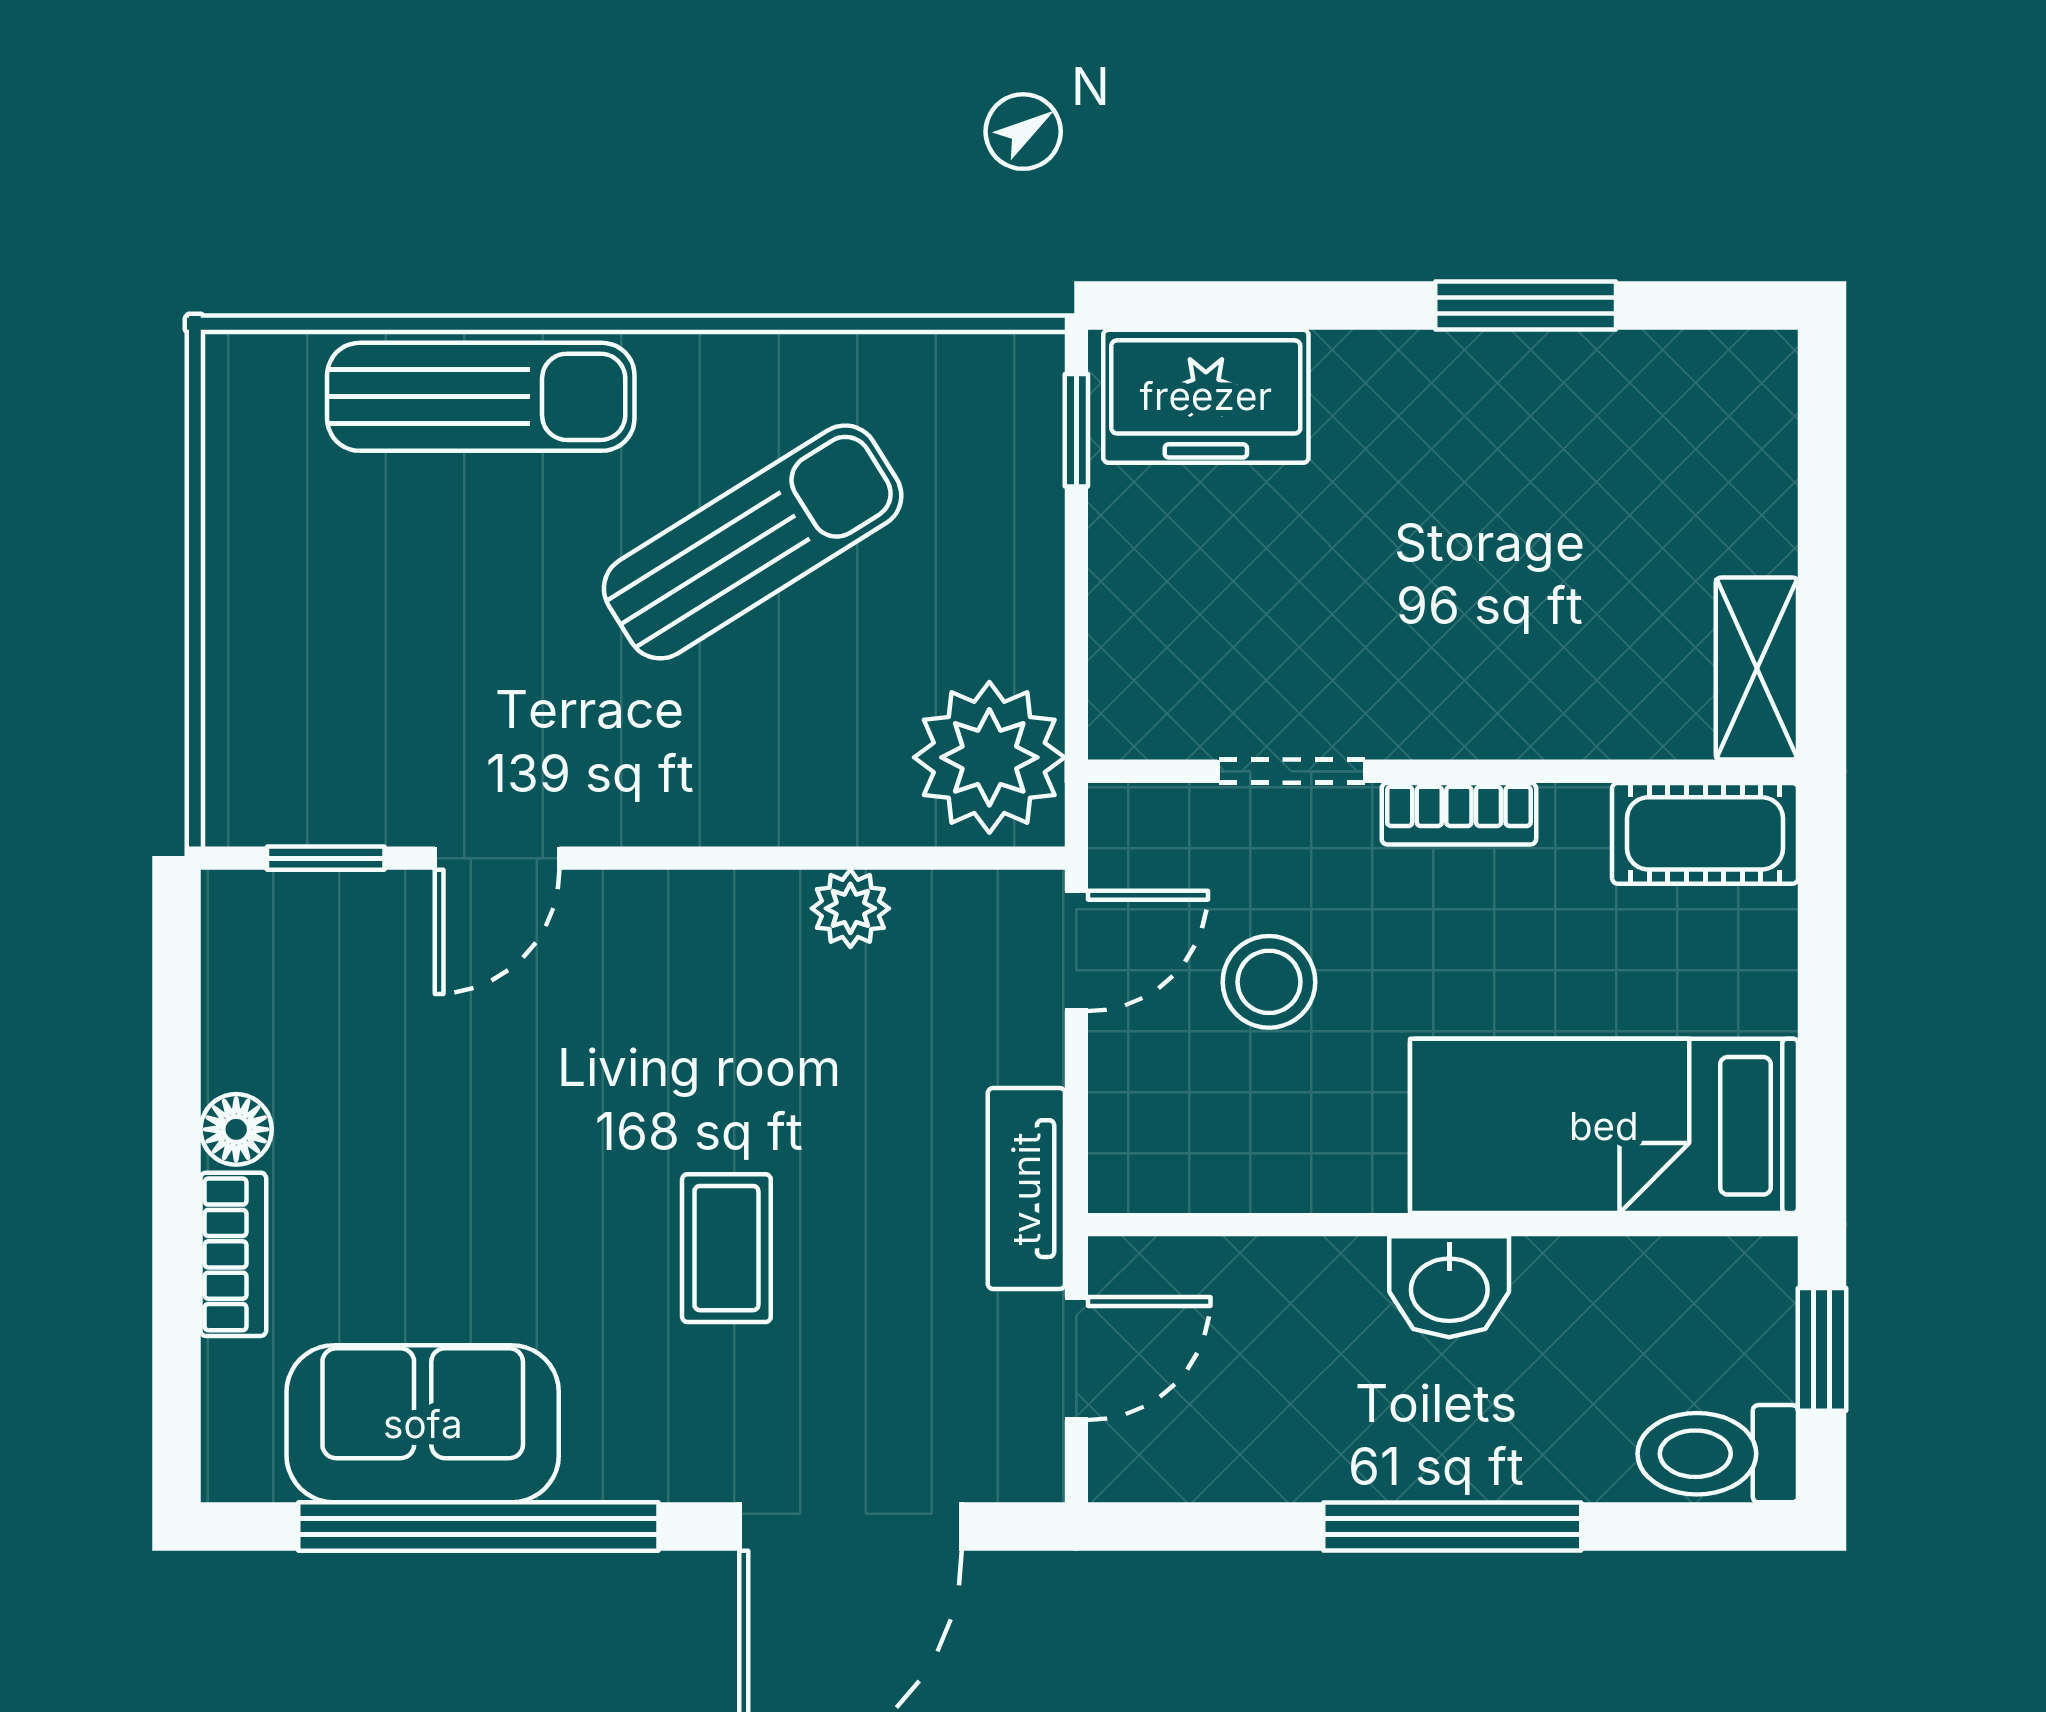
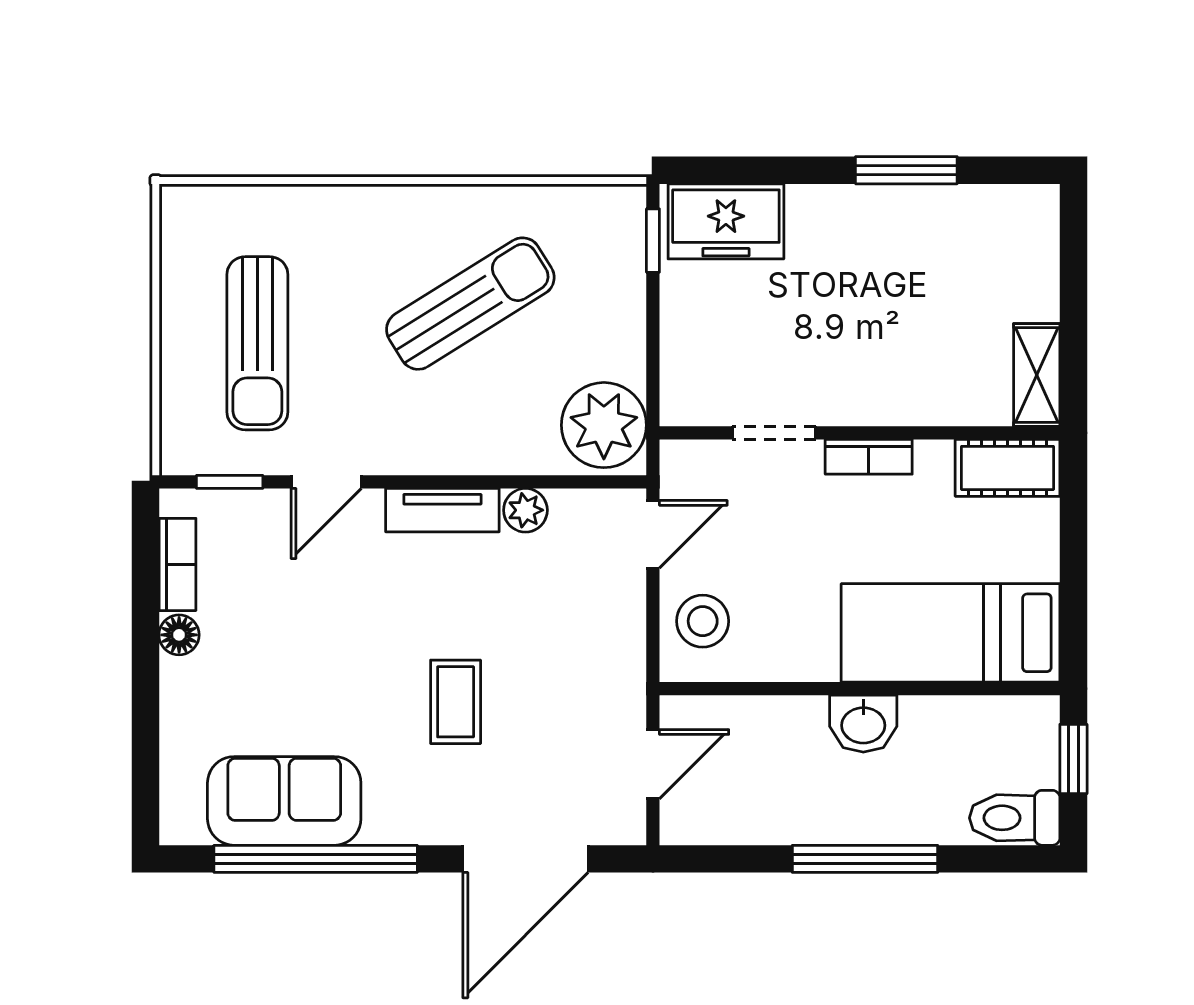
sun lounger: (481, 397) -> (257, 343), moved, turned 90
stool: (1269, 982) -> (703, 621), moved
tv unit: (1026, 1189) -> (442, 510), moved, turned -90
bookcase: (233, 1254) -> (177, 564), moved

